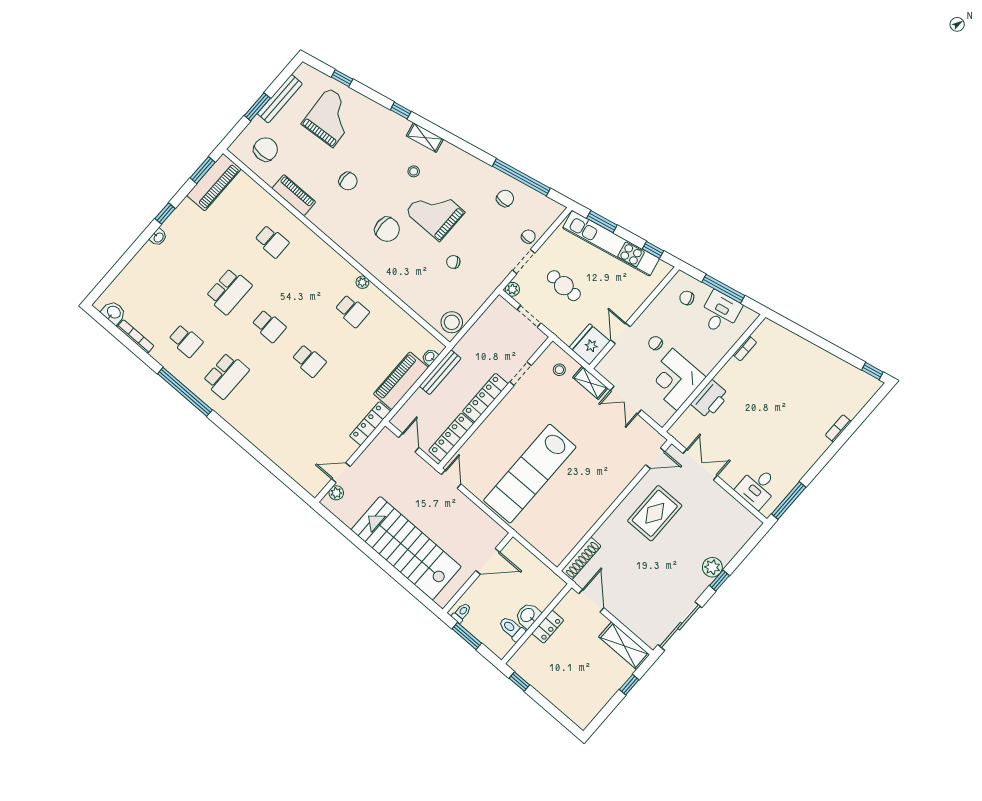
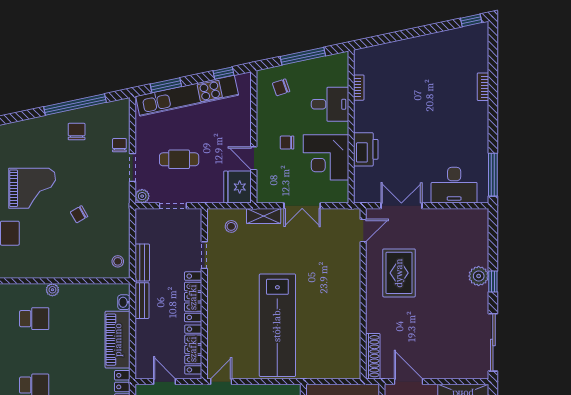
grand piano: (435, 212) -> (32, 188), turned 180
plant: (362, 282) -> (52, 290), moved
desk: (720, 313) -> (330, 104), moved, turned 102
stool: (452, 322) -> (118, 261), width x0.53, depth x0.53
bench: (469, 339) -> (142, 263), added
bench: (440, 372) -> (142, 301), width x0.73
door: (451, 479) -> (221, 382), hinge flipped
desk: (757, 487) -> (454, 185), width x1.37

